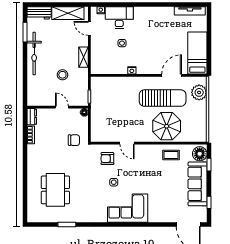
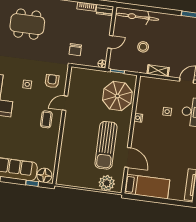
bicycle: (34, 54) -> (137, 17), moved
parasol: (167, 126) -> (117, 96), moved
coffee table: (171, 155) -> (46, 119), moved

